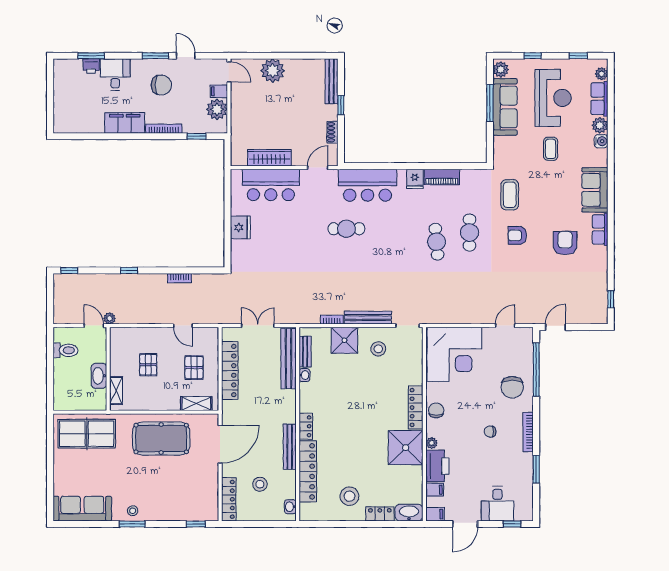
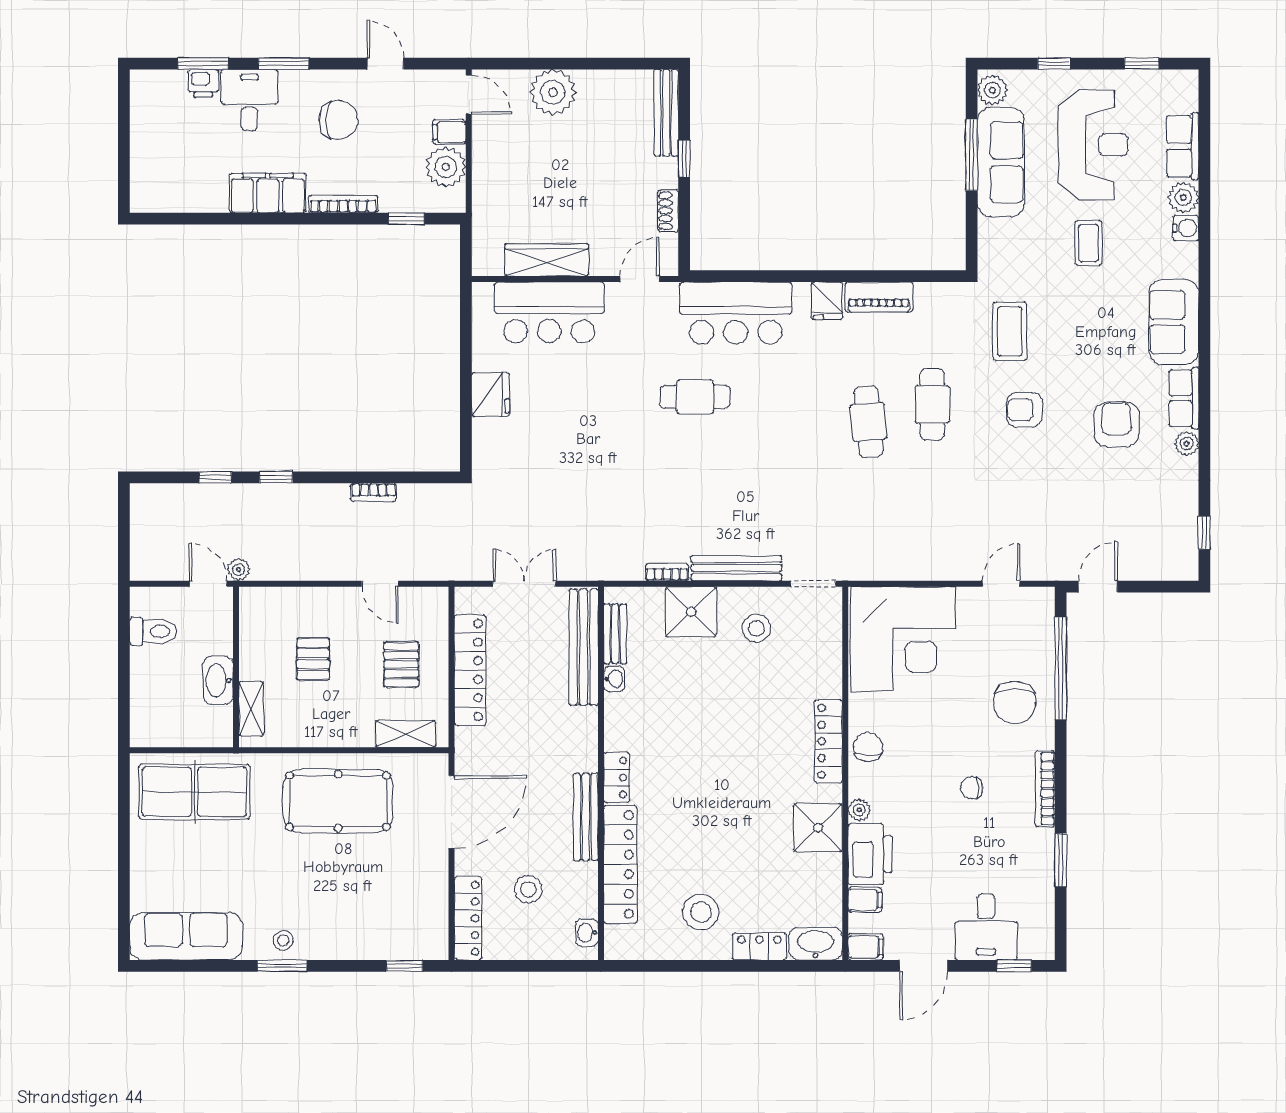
window: (155, 56) -> (283, 64), moved
plant: (601, 74) -> (1187, 444), moved
window: (69, 270) -> (215, 477), moved
shower: (406, 448) -> (818, 828), width x0.73, depth x0.73

